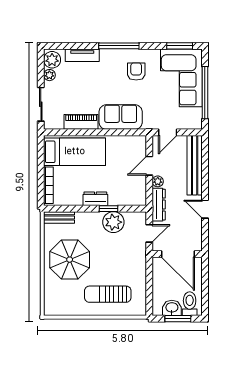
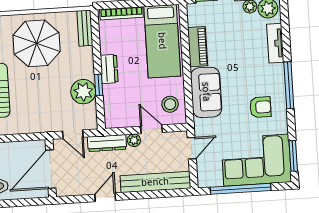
door: (168, 132) -> (192, 148), swing flipped
stool: (129, 149) -> (170, 104), added

